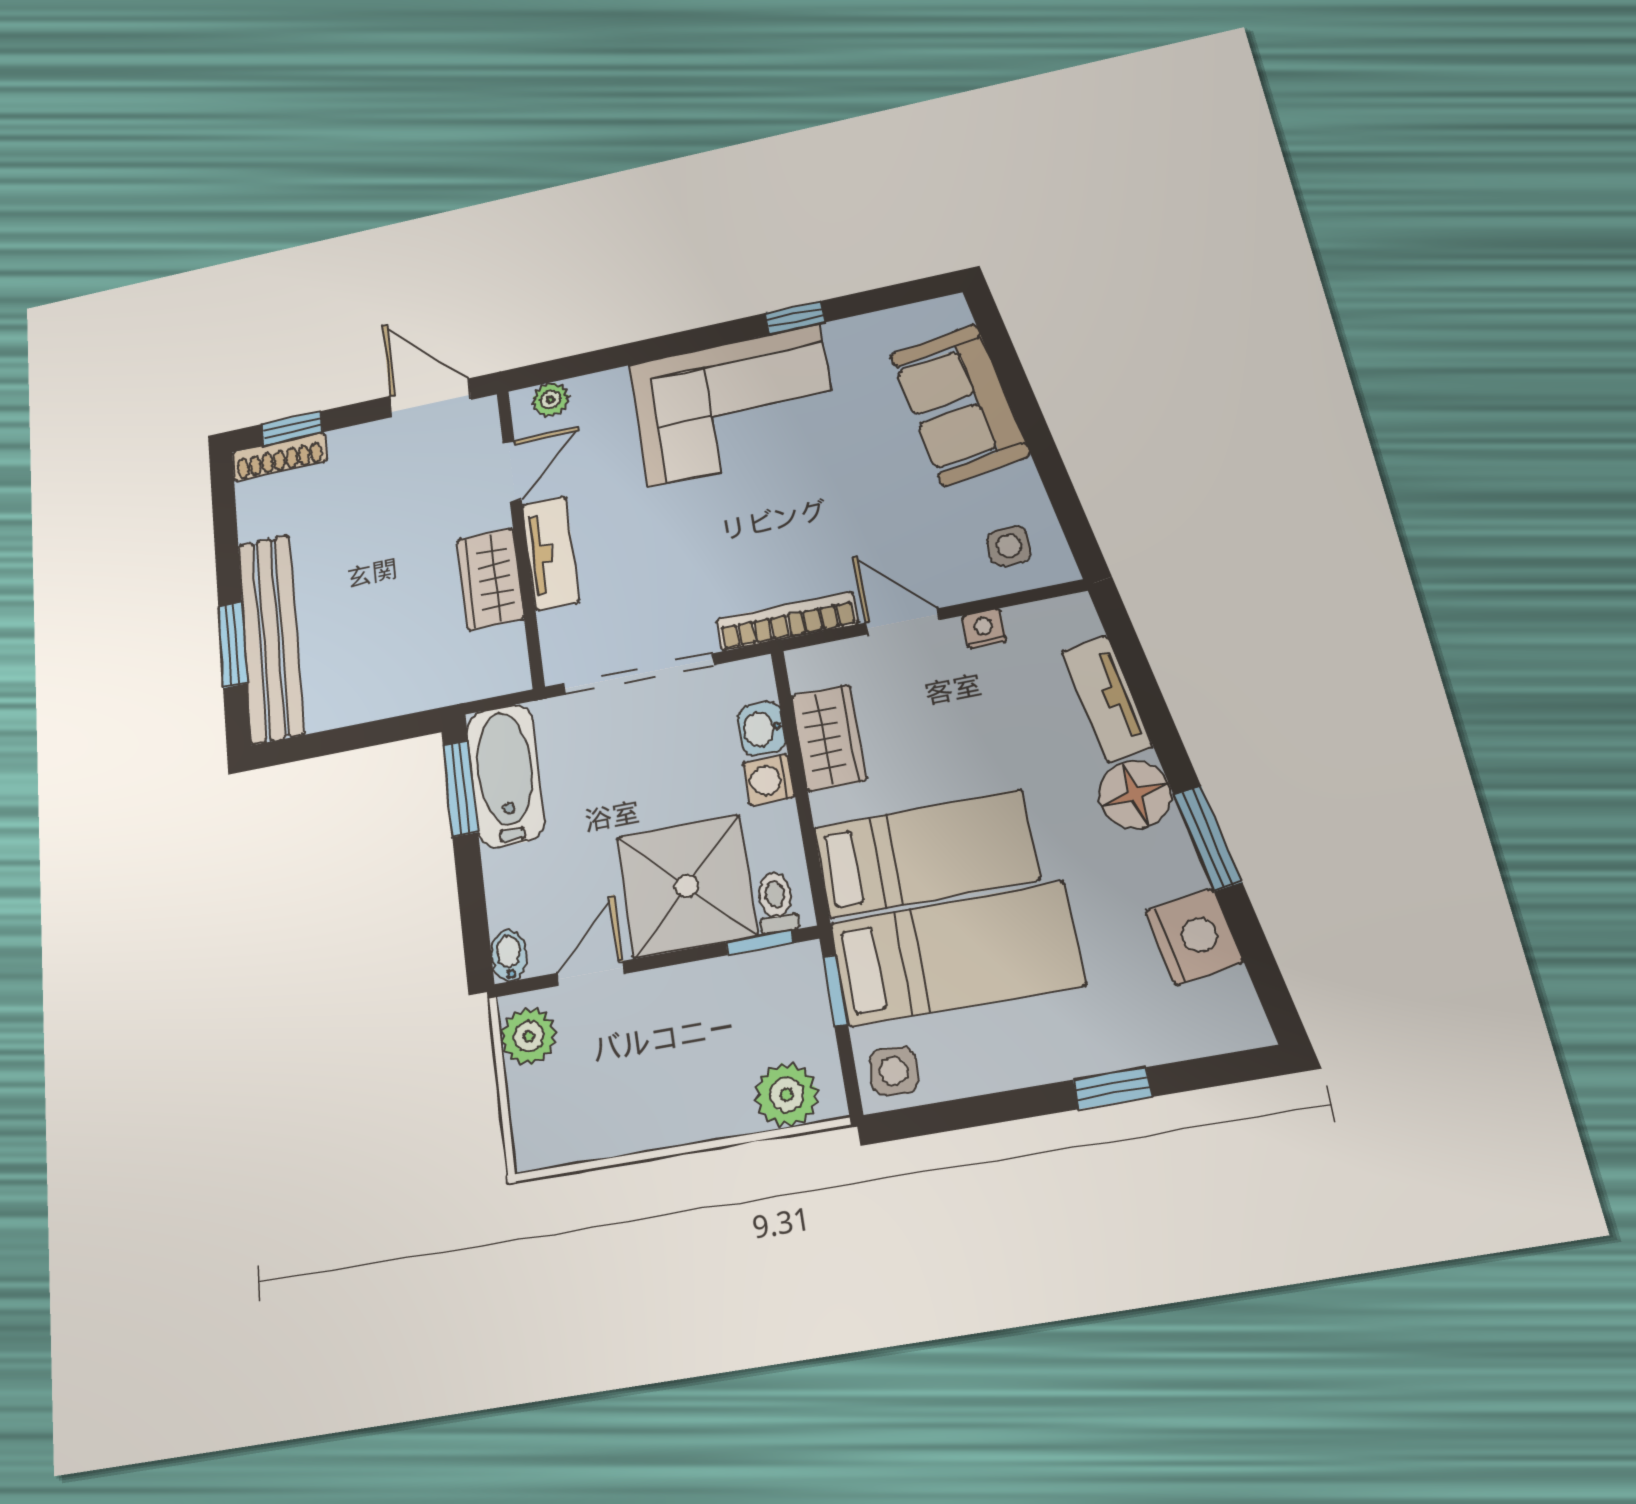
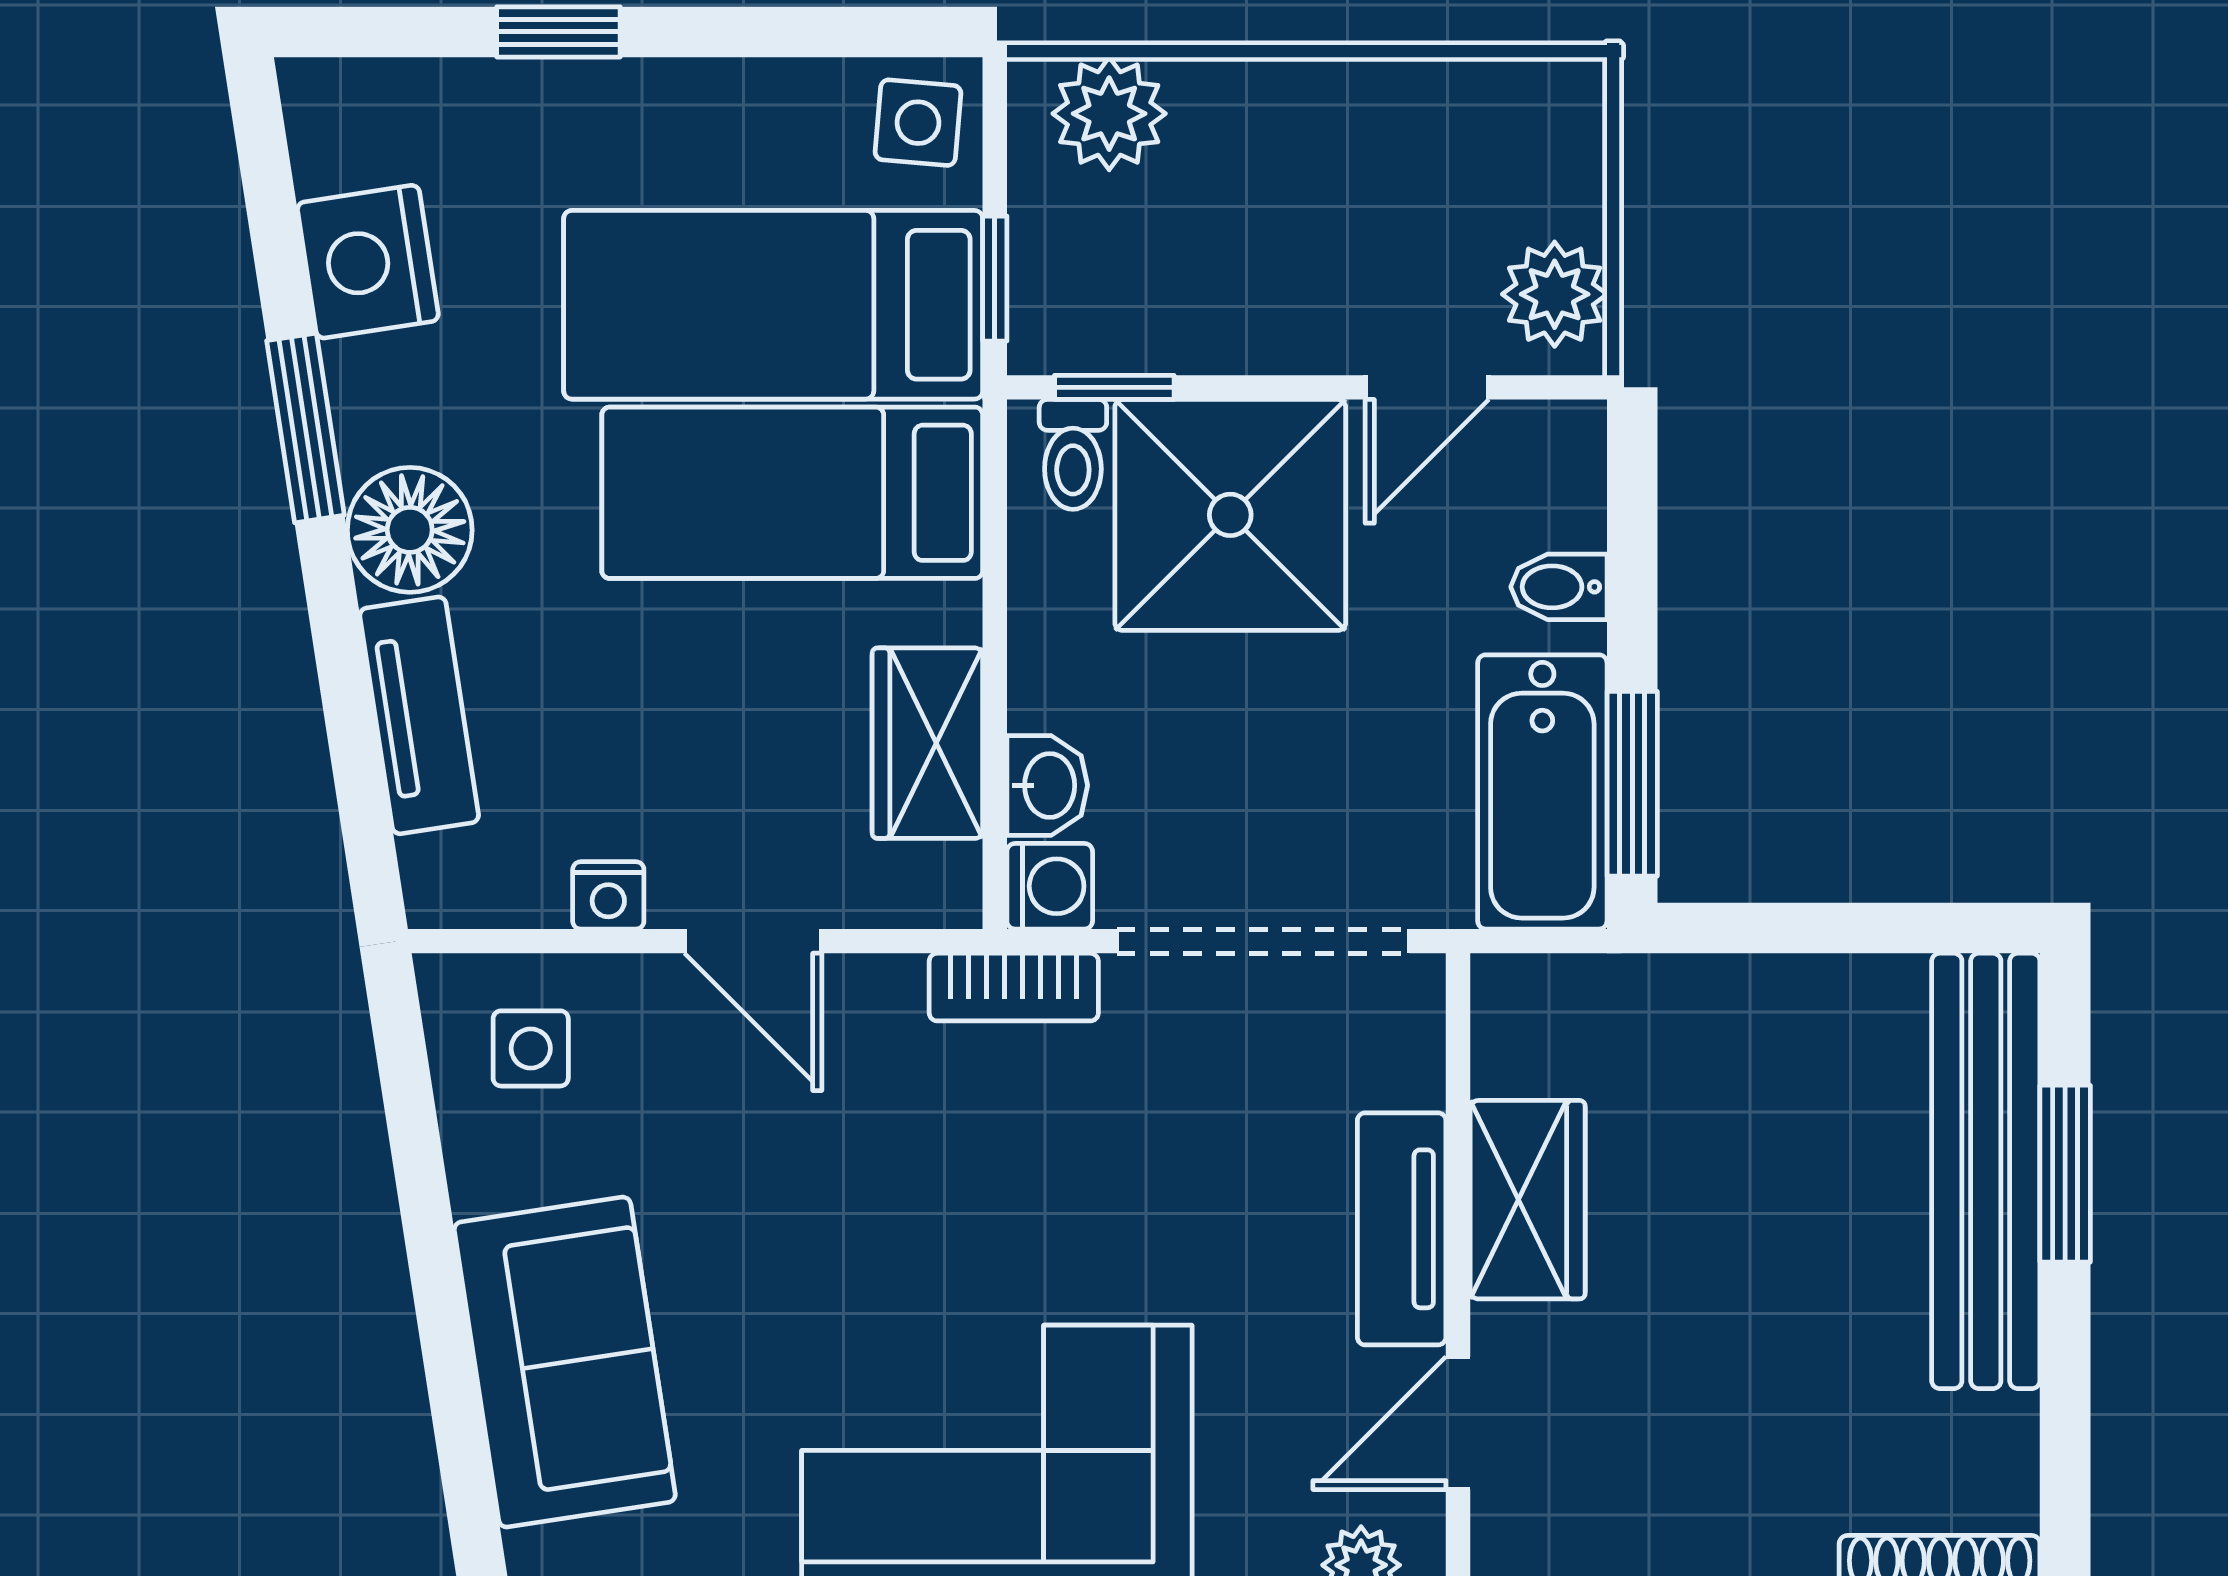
bookcase: (787, 621) -> (1014, 987), width x0.64
washing machine: (769, 780) -> (1050, 886), moved
bidet: (509, 955) -> (1559, 587), moved, turned 90

